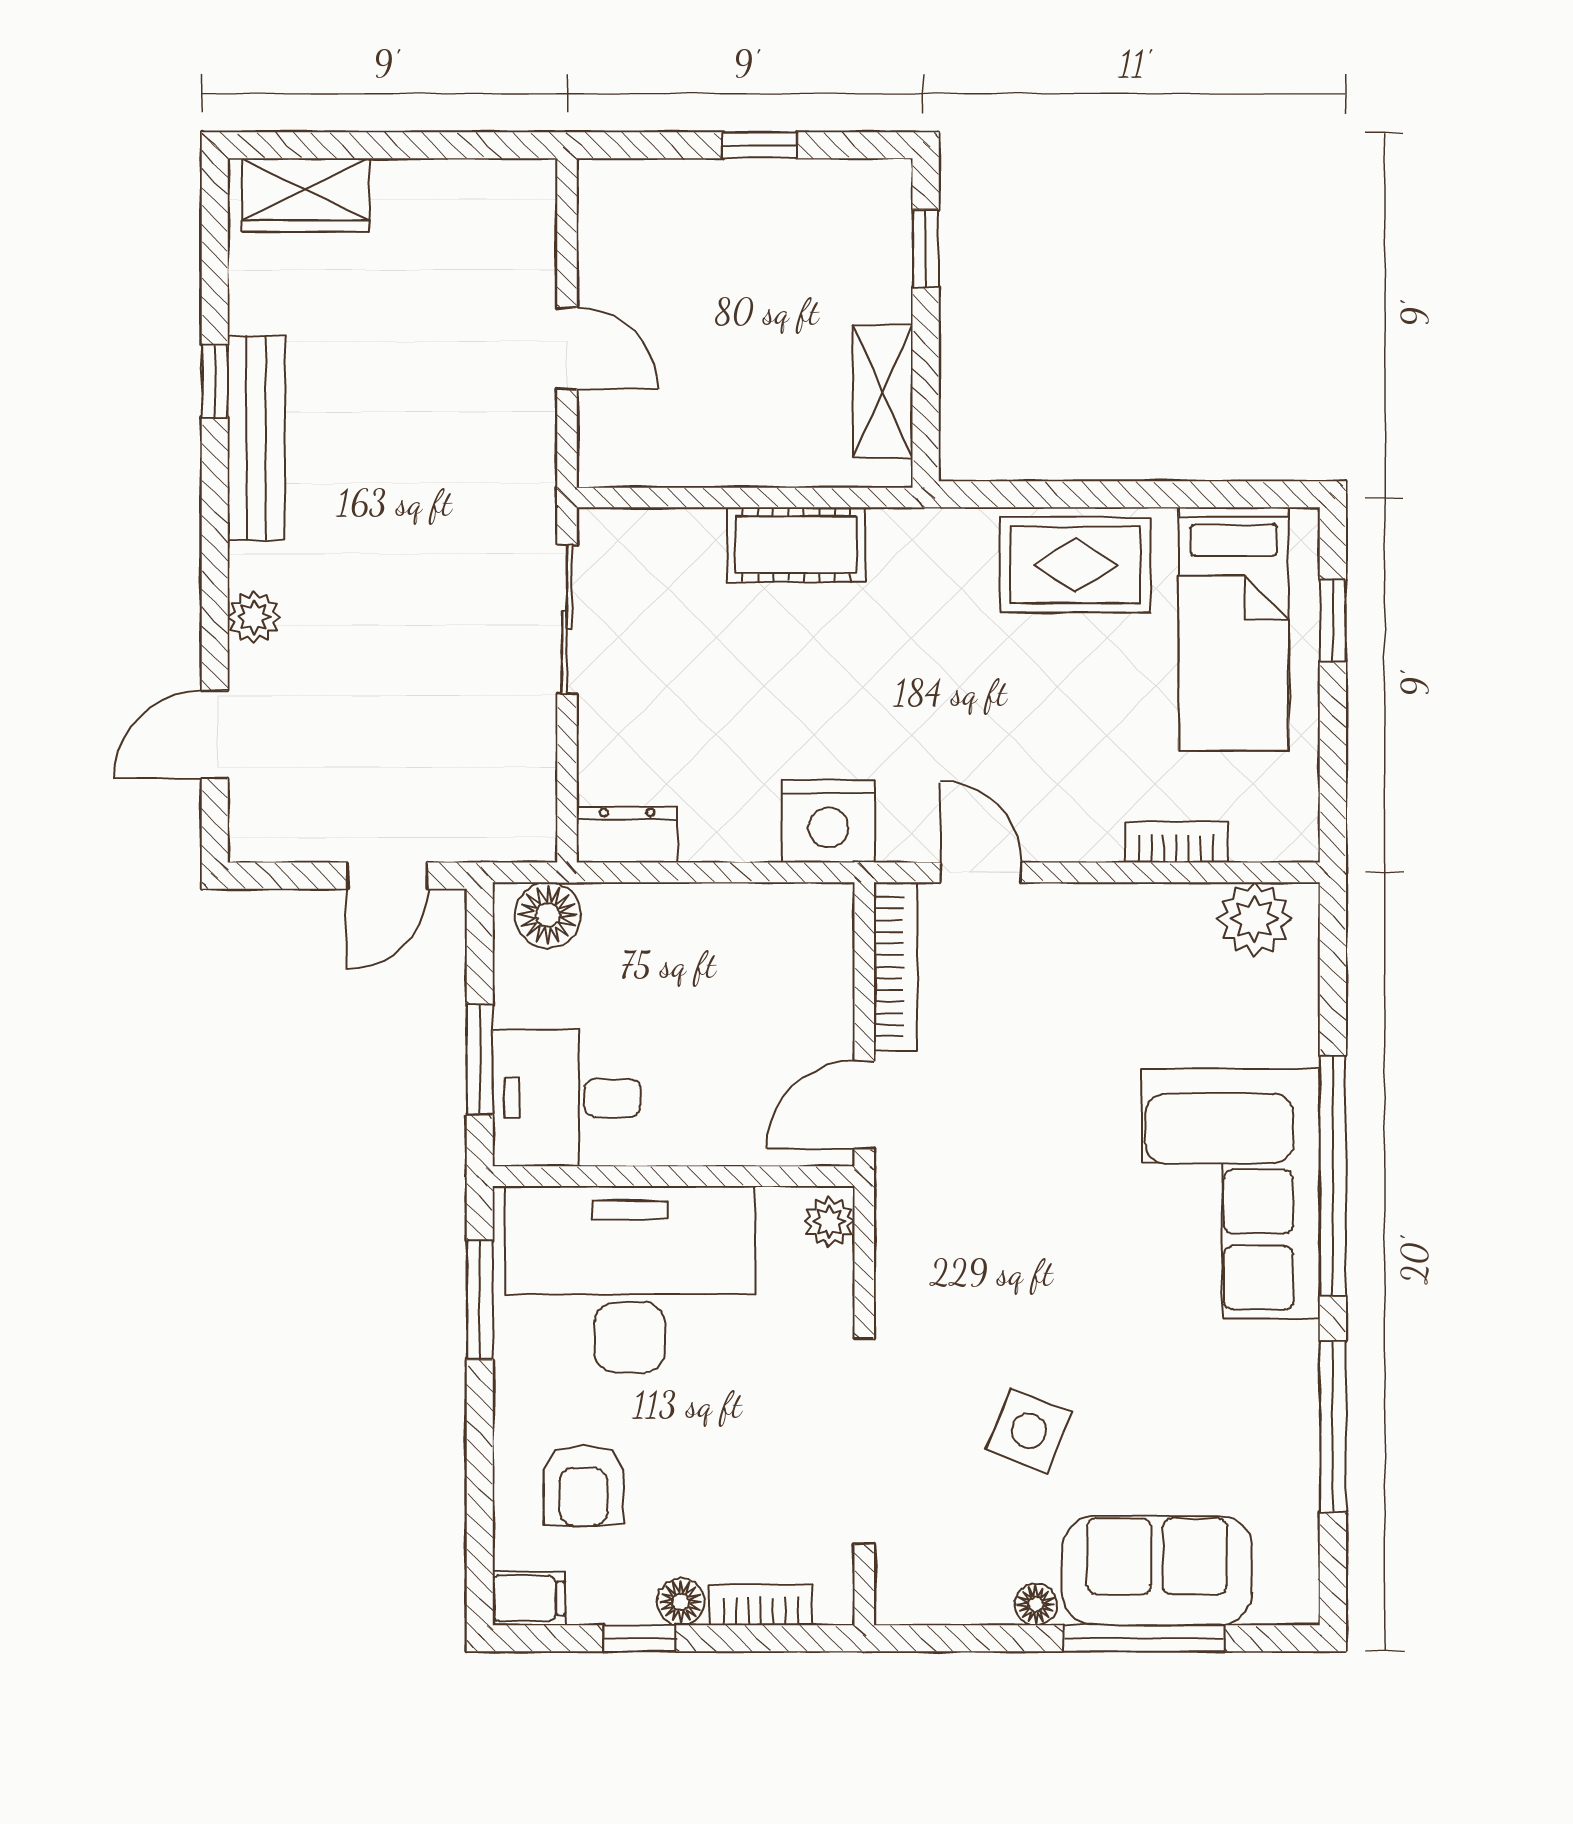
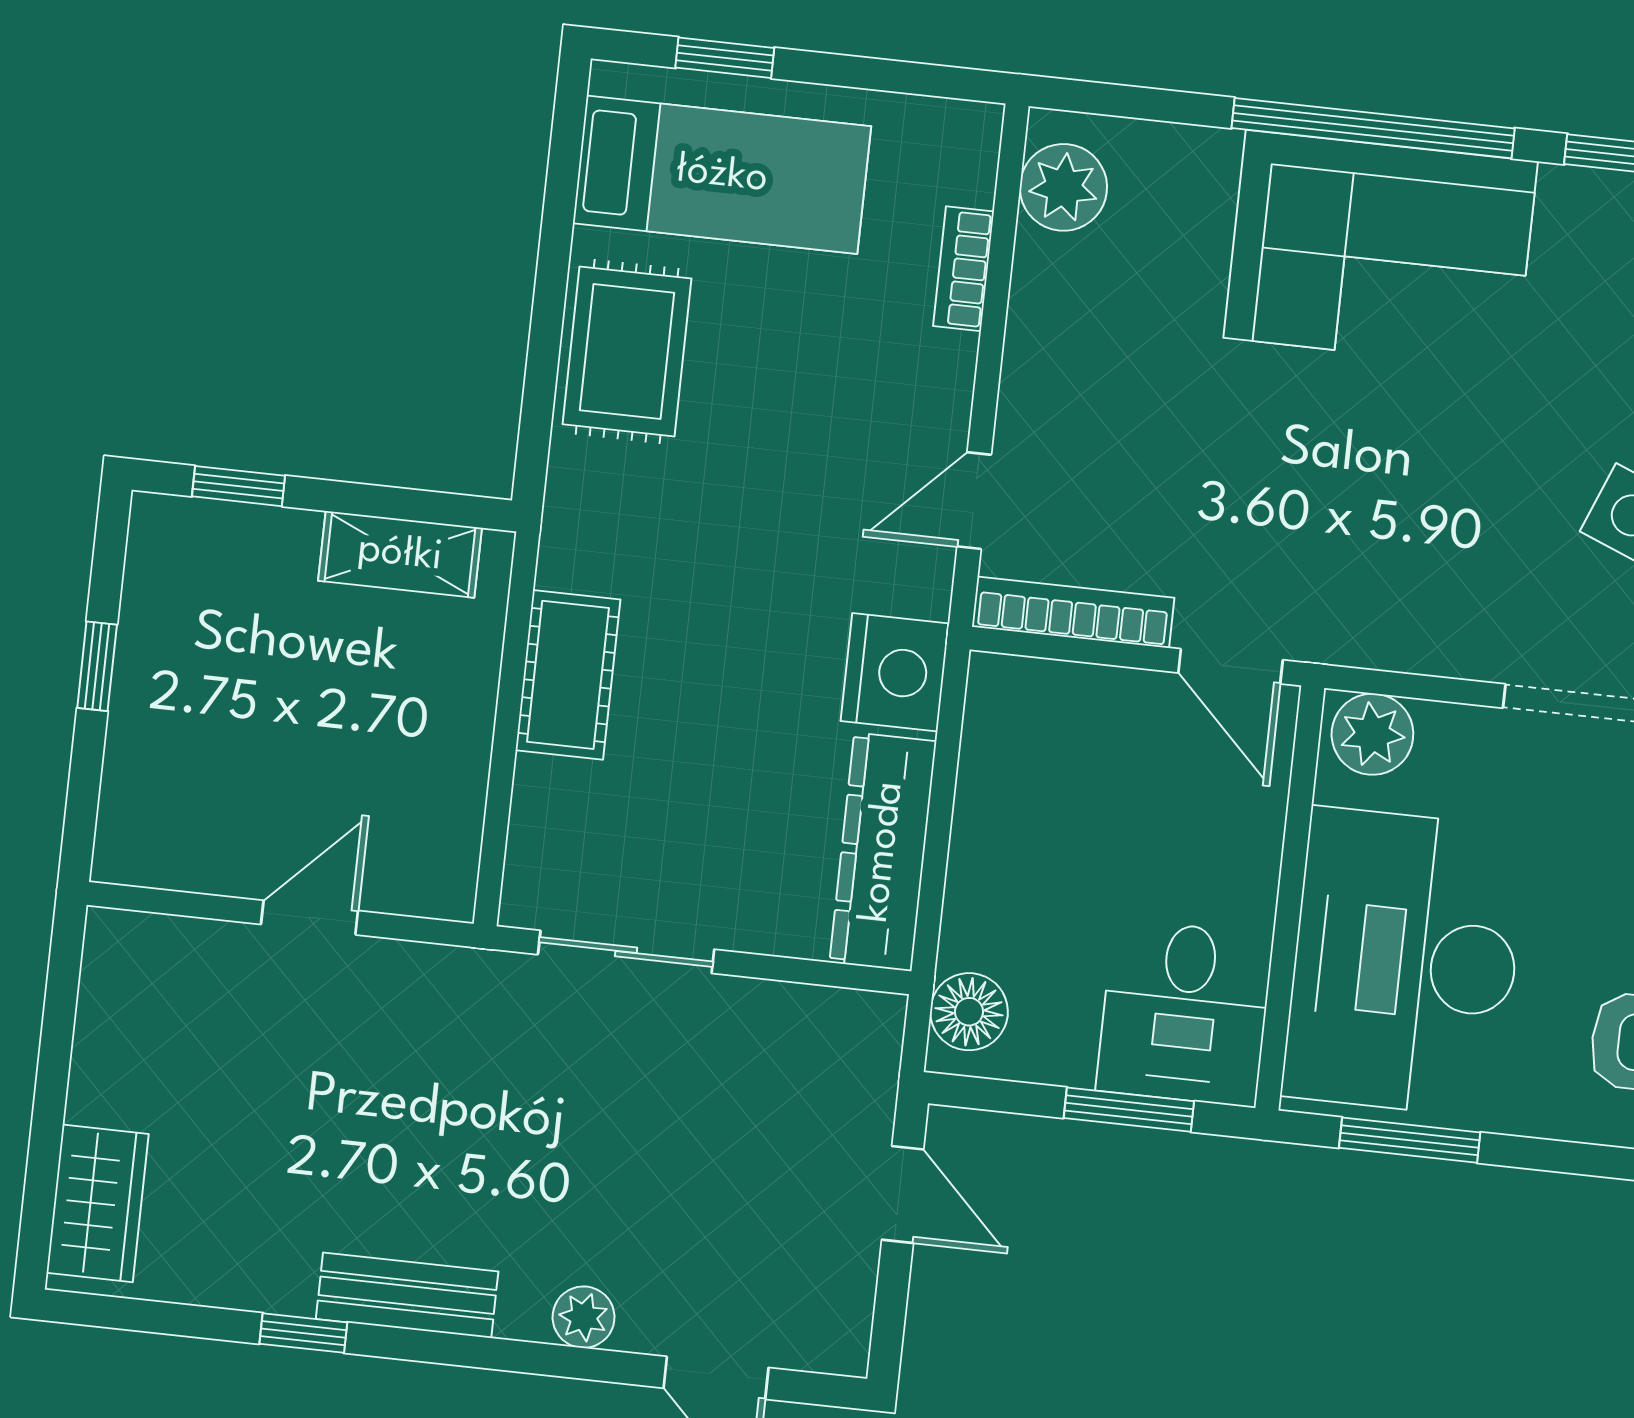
bench: (256, 438) -> (407, 1295), width x0.73
dresser: (627, 834) -> (883, 852), width x1.96, depth x1.24
plant: (829, 1222) -> (1372, 734), width x1.38, depth x1.38

